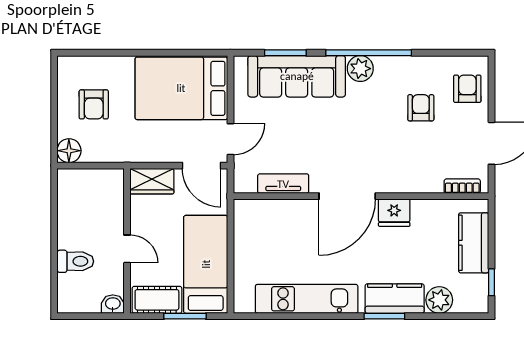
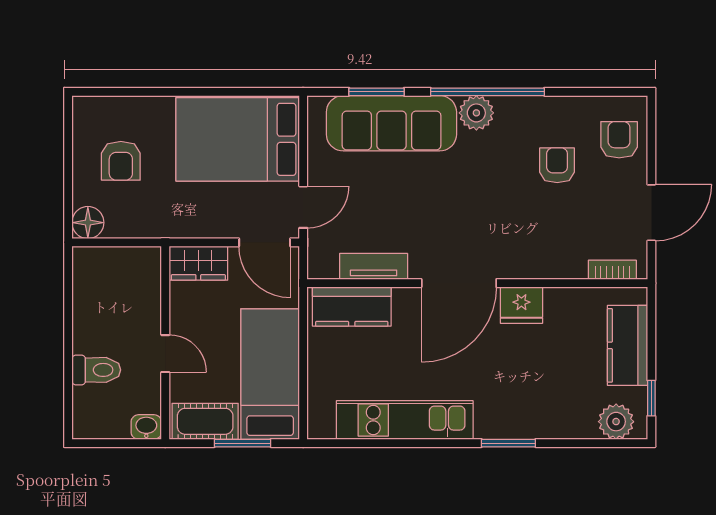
kitchen counter: (395, 299) -> (352, 307), moved, turned 180
plant: (439, 300) -> (616, 422), moved

